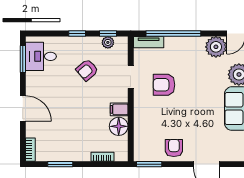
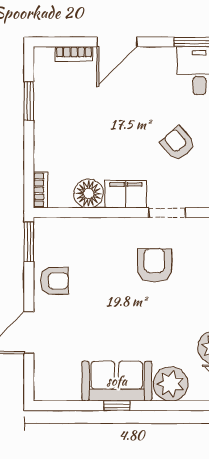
filing cabinet: (119, 109) -> (126, 194), width x2.00
bookcase: (30, 150) -> (74, 54), moved
bookcase: (102, 157) -> (41, 190), moved

